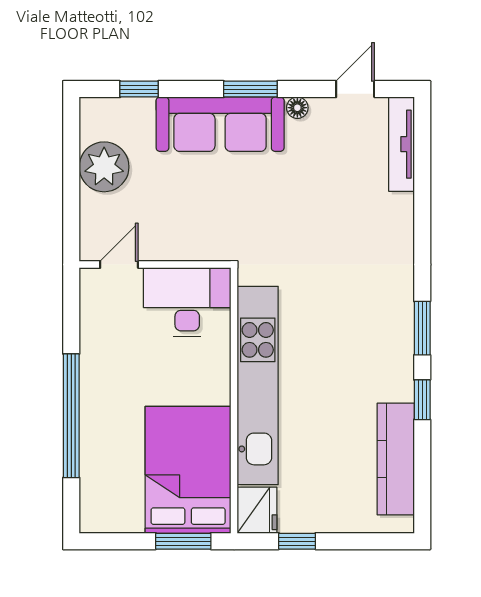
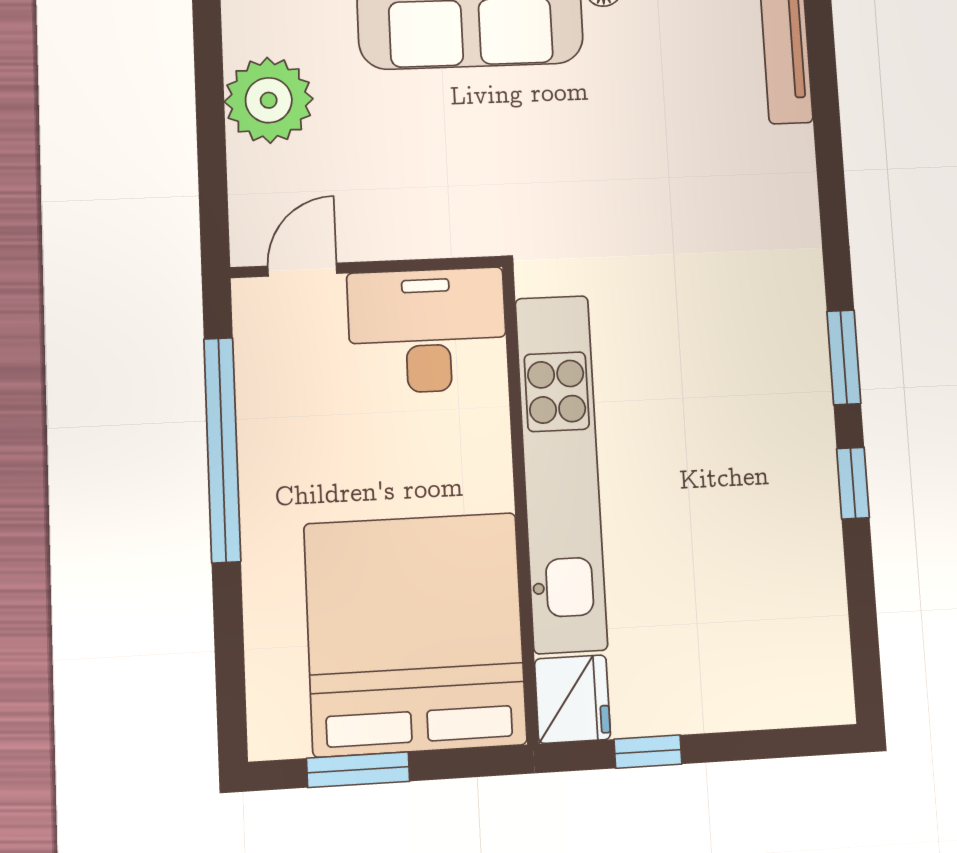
window: (71, 416) -> (222, 450), moved
kitchen counter: (396, 459) -> (814, 592), removed
bed: (188, 470) -> (415, 634), width x1.36
window: (183, 541) -> (358, 770), moved

